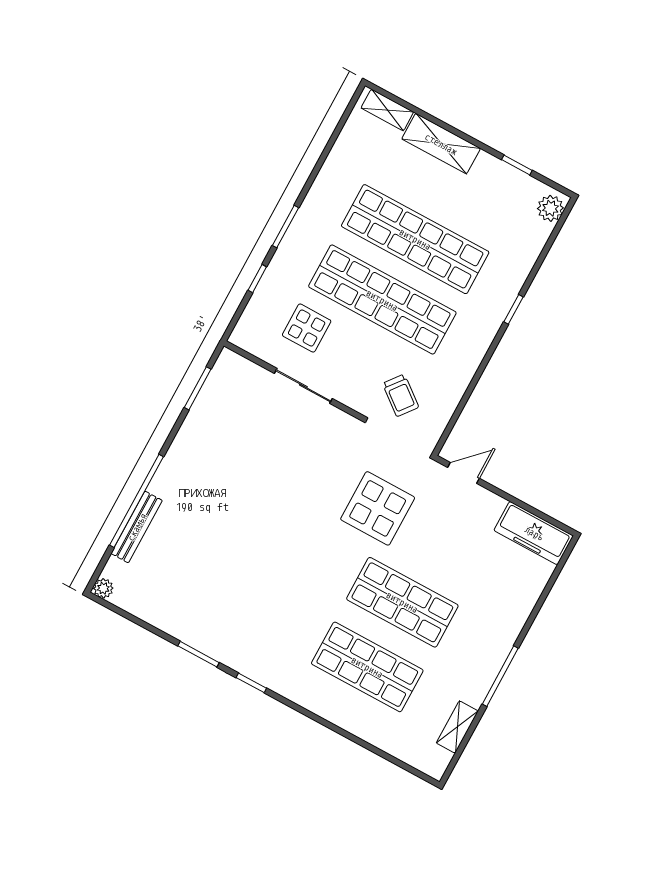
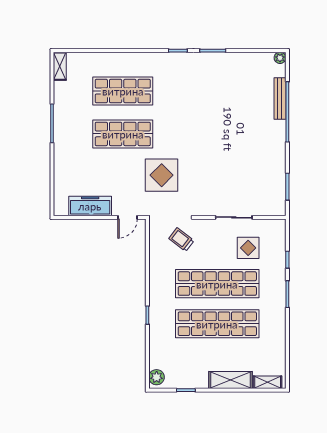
freezer: (534, 533) -> (90, 206), moved
shelving: (457, 727) -> (60, 66), moved

